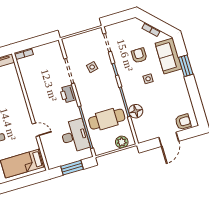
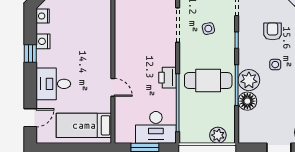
printer: (68, 94) -> (168, 78), moved
plant: (132, 96) -> (249, 80), added
cafe table: (107, 119) -> (208, 81), moved
desk: (75, 136) -> (156, 127), moved, turned 90

